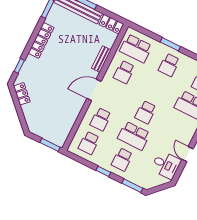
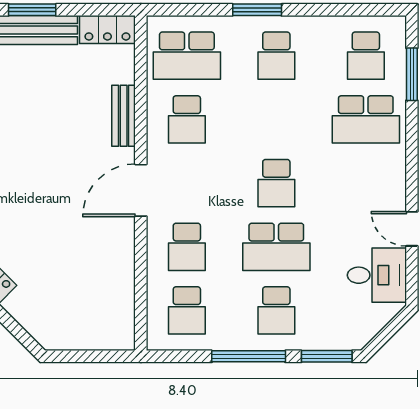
window: (50, 145) -> (105, 356), removed
window: (103, 171) -> (249, 356), width x2.17

